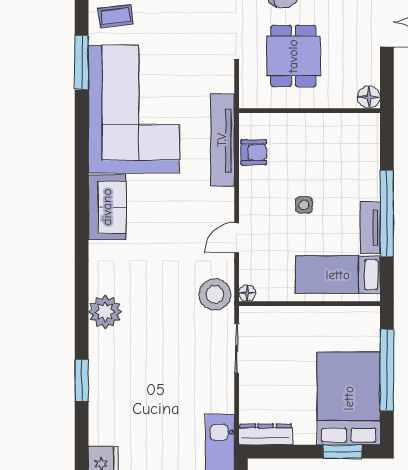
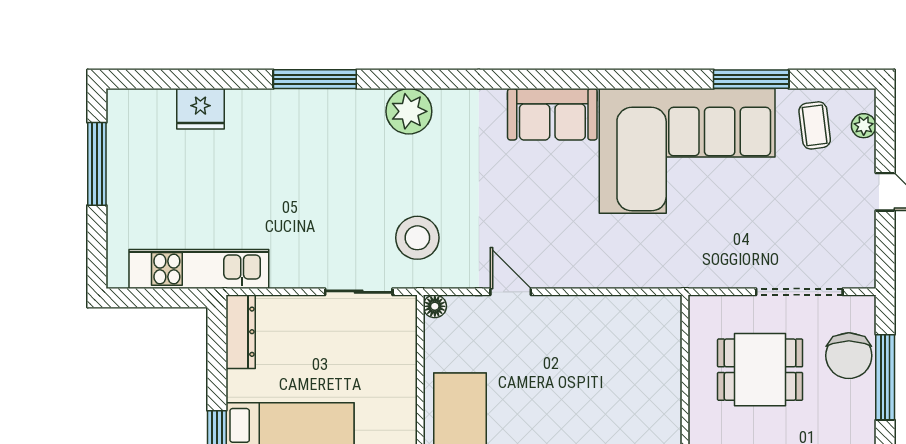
tv unit: (222, 140) -> (645, 272), removed
armchair: (254, 152) -> (628, 315), removed
side table: (304, 205) -> (556, 384), removed
stool: (215, 295) -> (417, 238), moved
window: (82, 380) -> (315, 79), width x1.44

